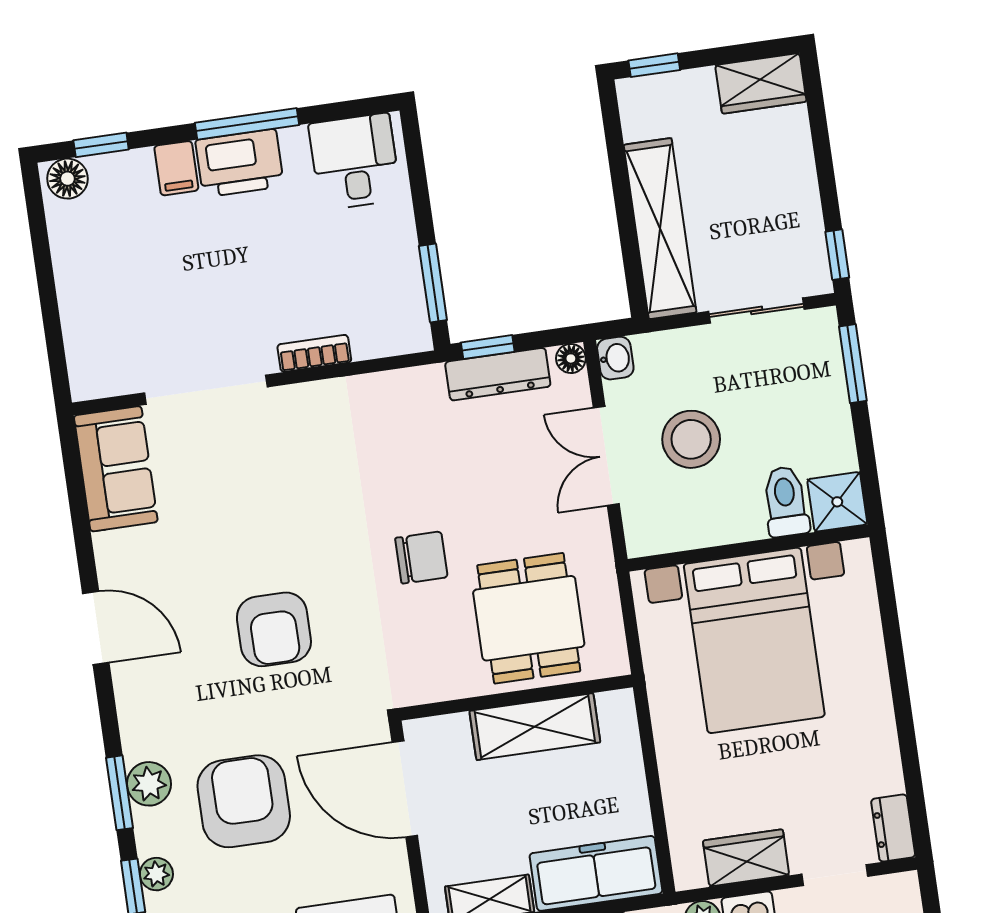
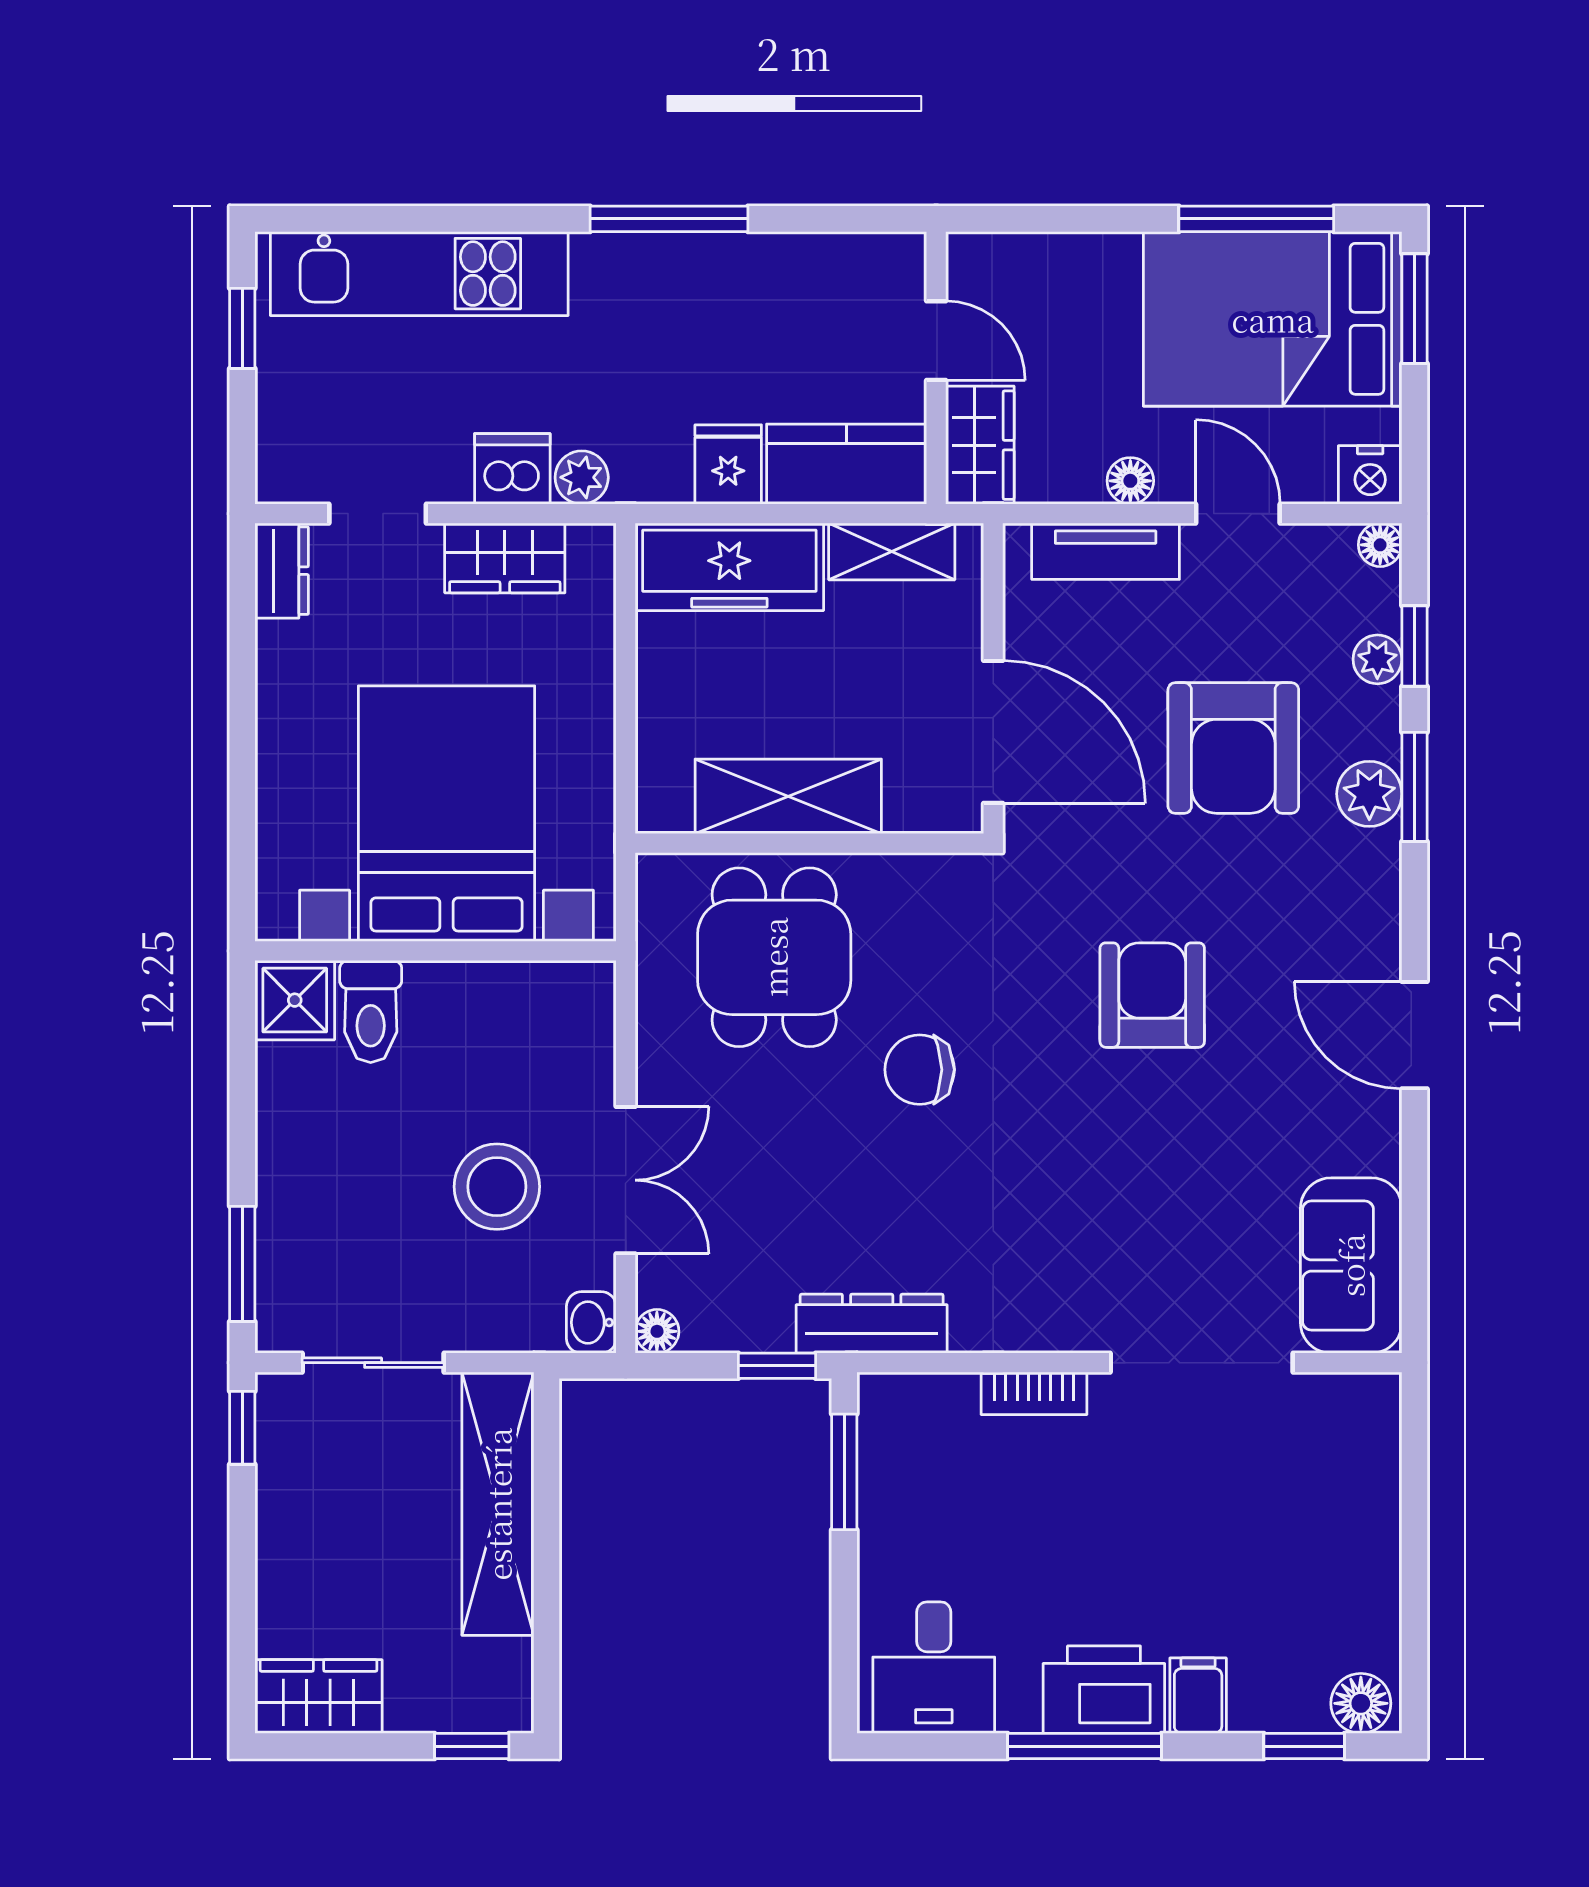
dresser: (498, 374) -> (872, 1324), moved
toilet: (786, 502) -> (371, 1011), moved
shower: (837, 502) -> (295, 1000), moved
wall: (748, 548) -> (436, 951), moved
bed with nightstands: (754, 640) -> (447, 814), moved

